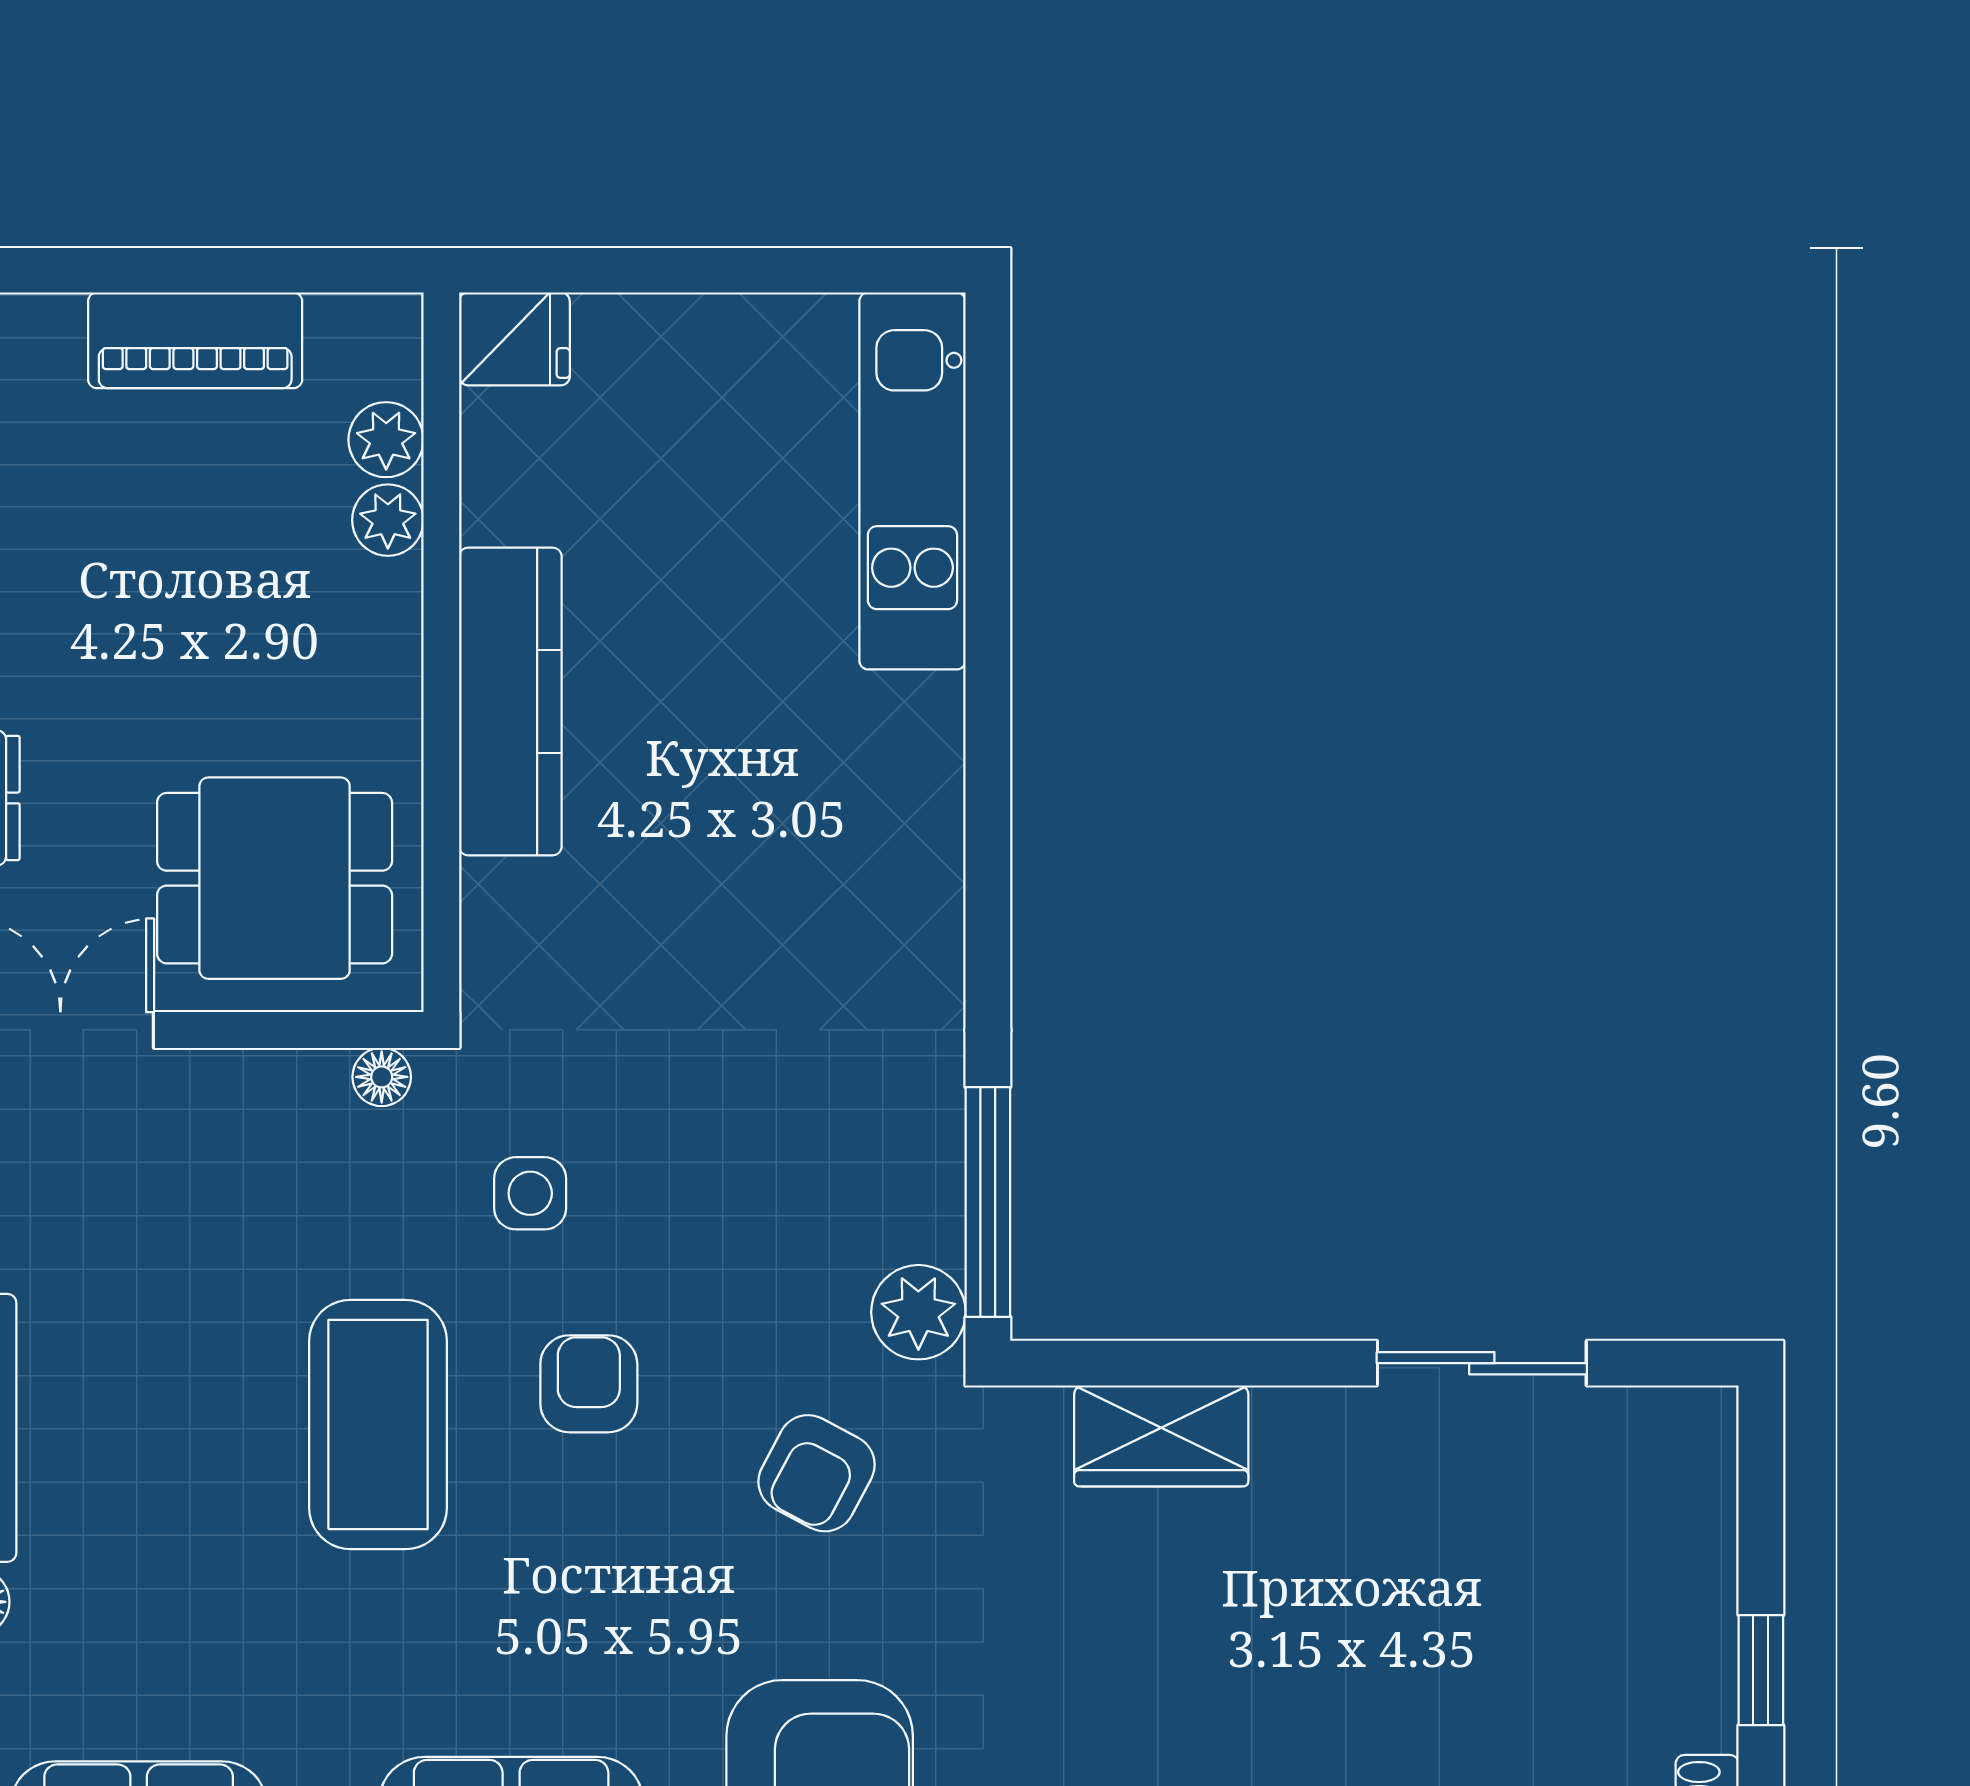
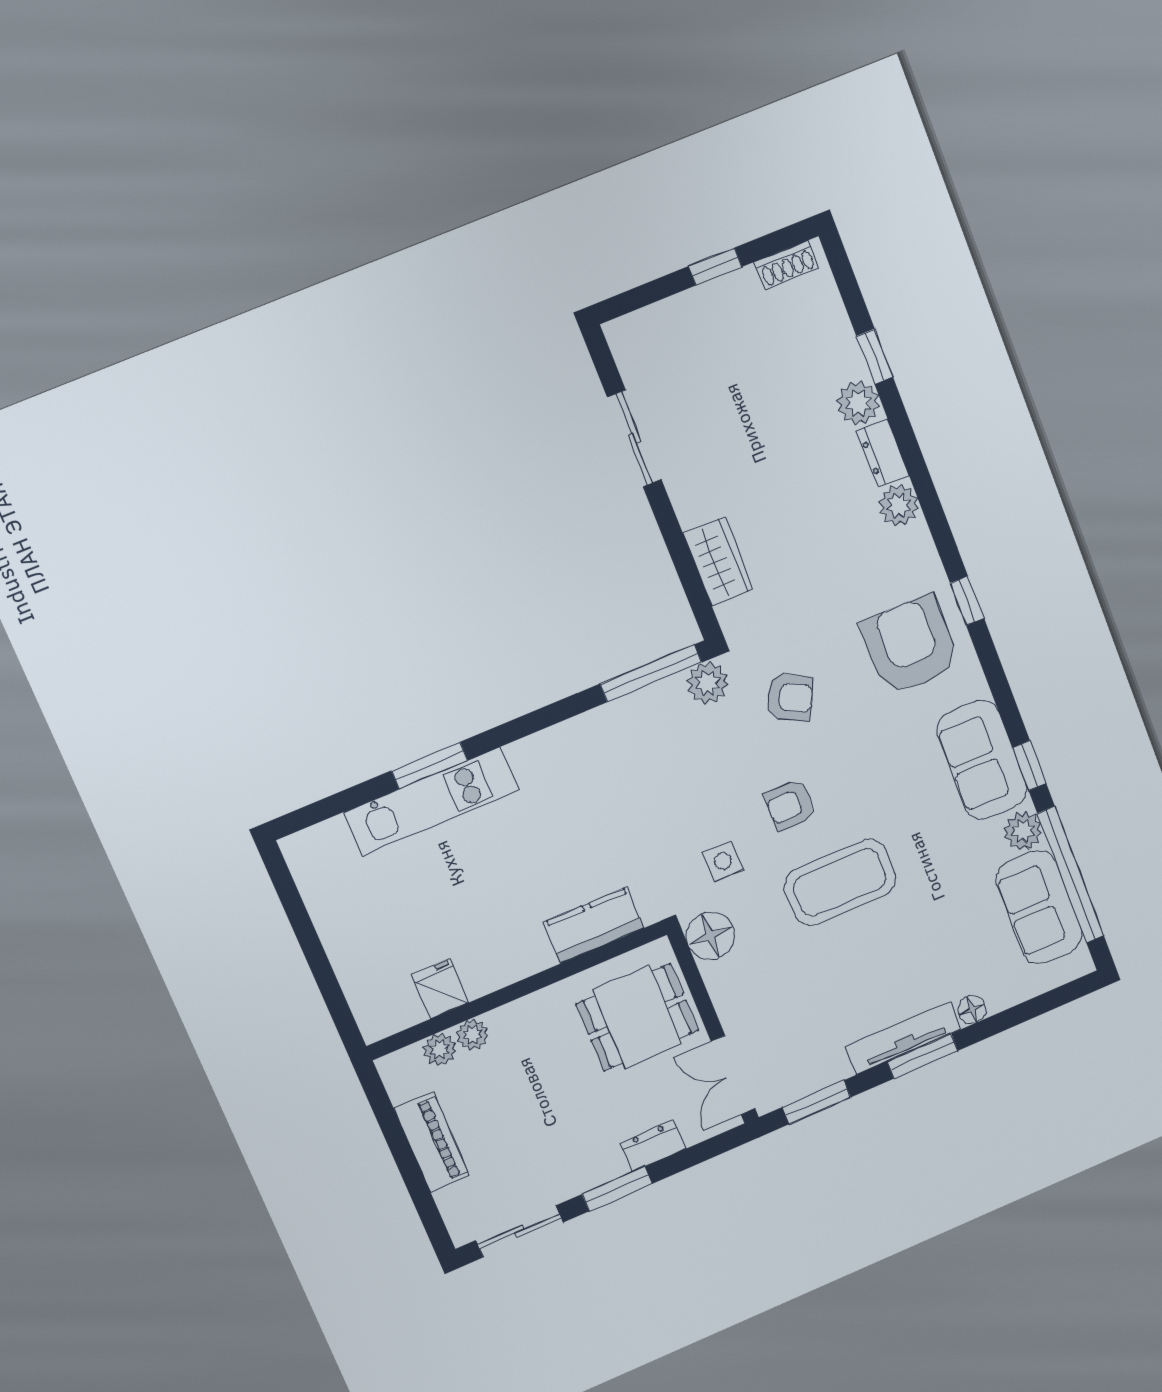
fridge: (514, 339) -> (440, 989), moved
kitchen unit: (912, 481) -> (432, 801), moved
window: (988, 668) -> (430, 765), added
kitchen counter: (510, 701) -> (594, 925), moved, width x0.67
dining table: (275, 878) -> (637, 1017), turned 90
floor lamp: (382, 1077) -> (710, 936), width x1.89, depth x1.89

